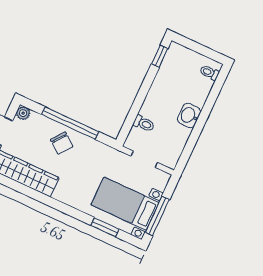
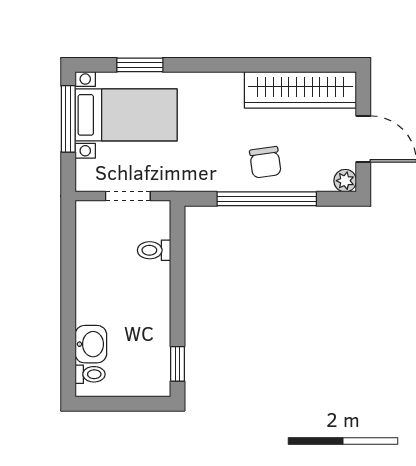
washbasin: (189, 116) -> (91, 344), moved
chair: (62, 143) -> (265, 162), turned -136

